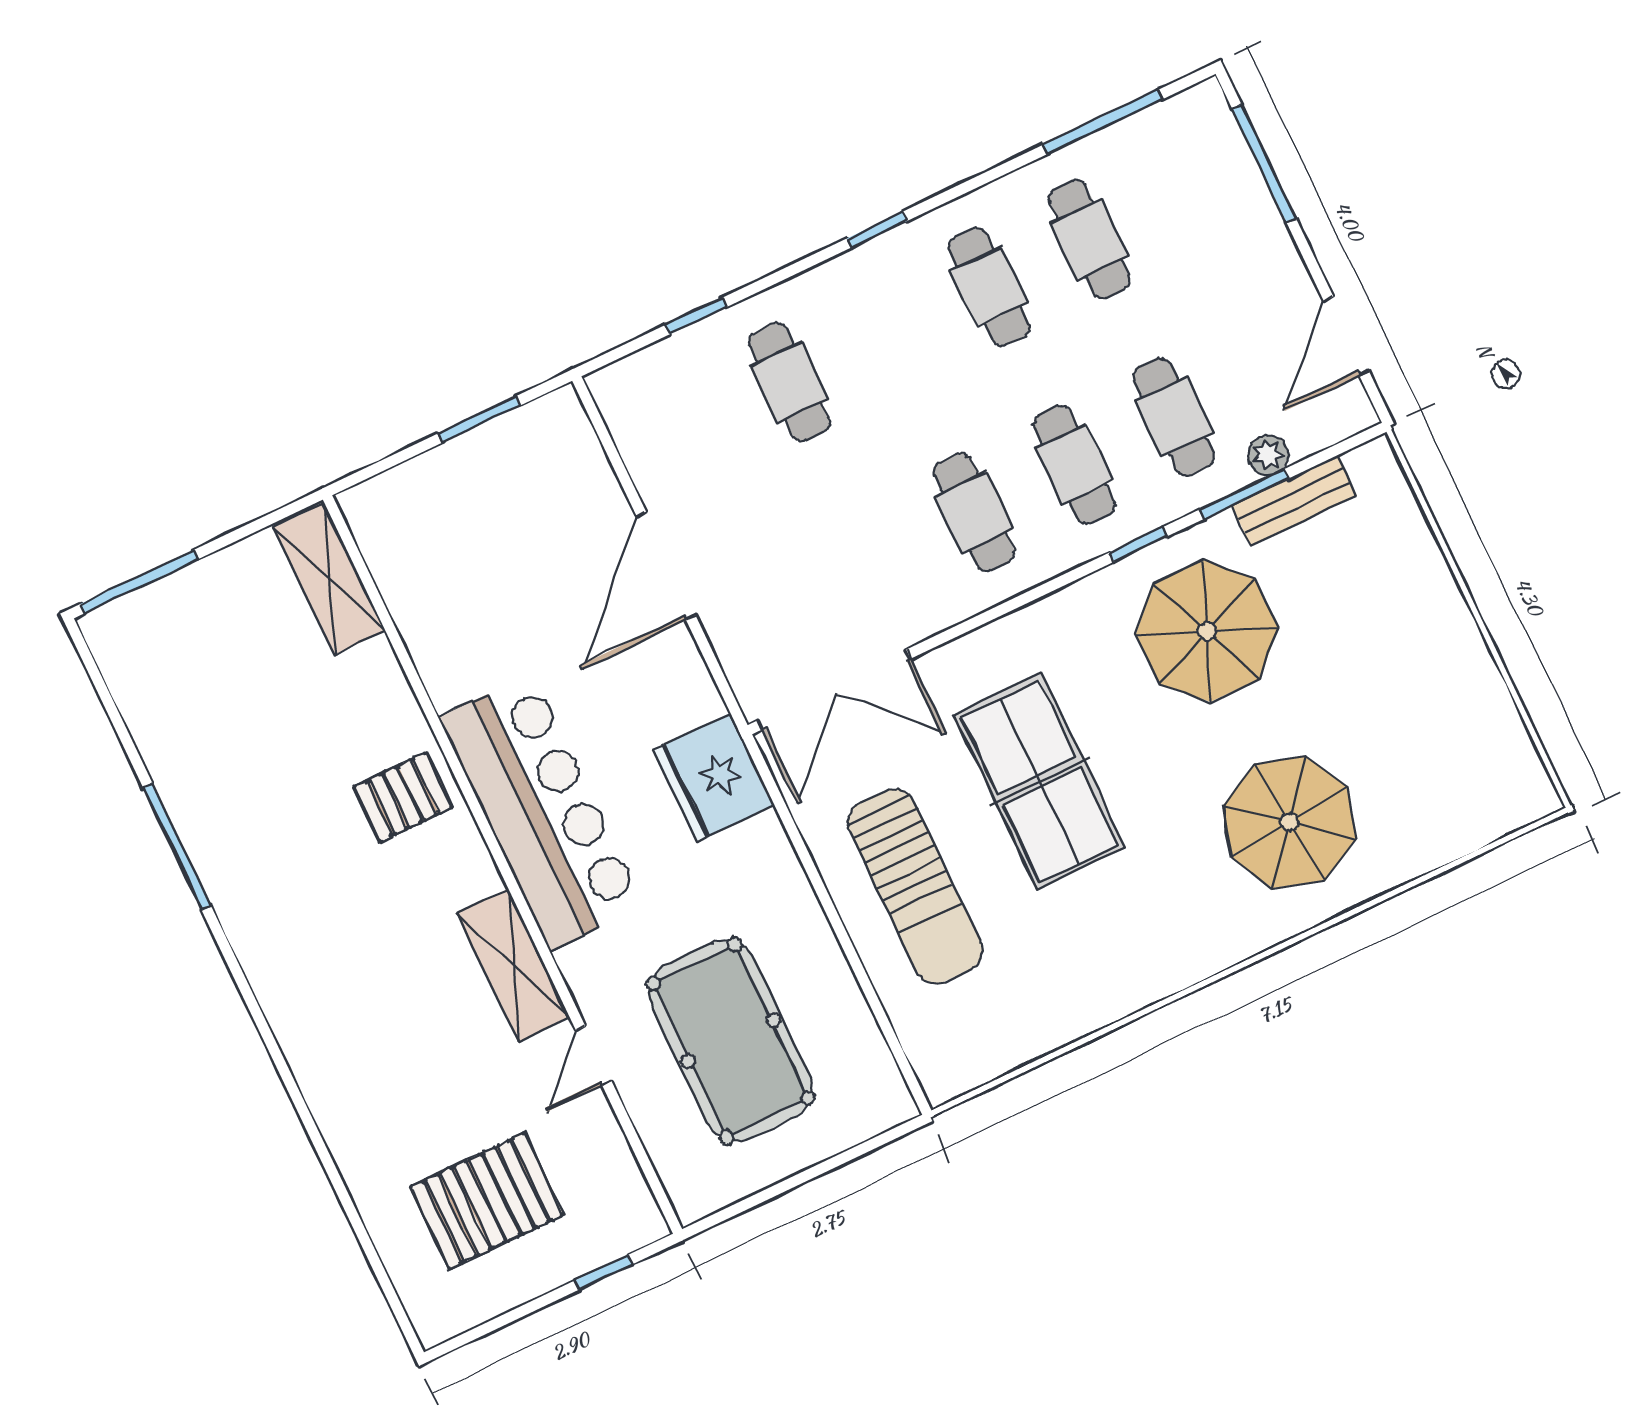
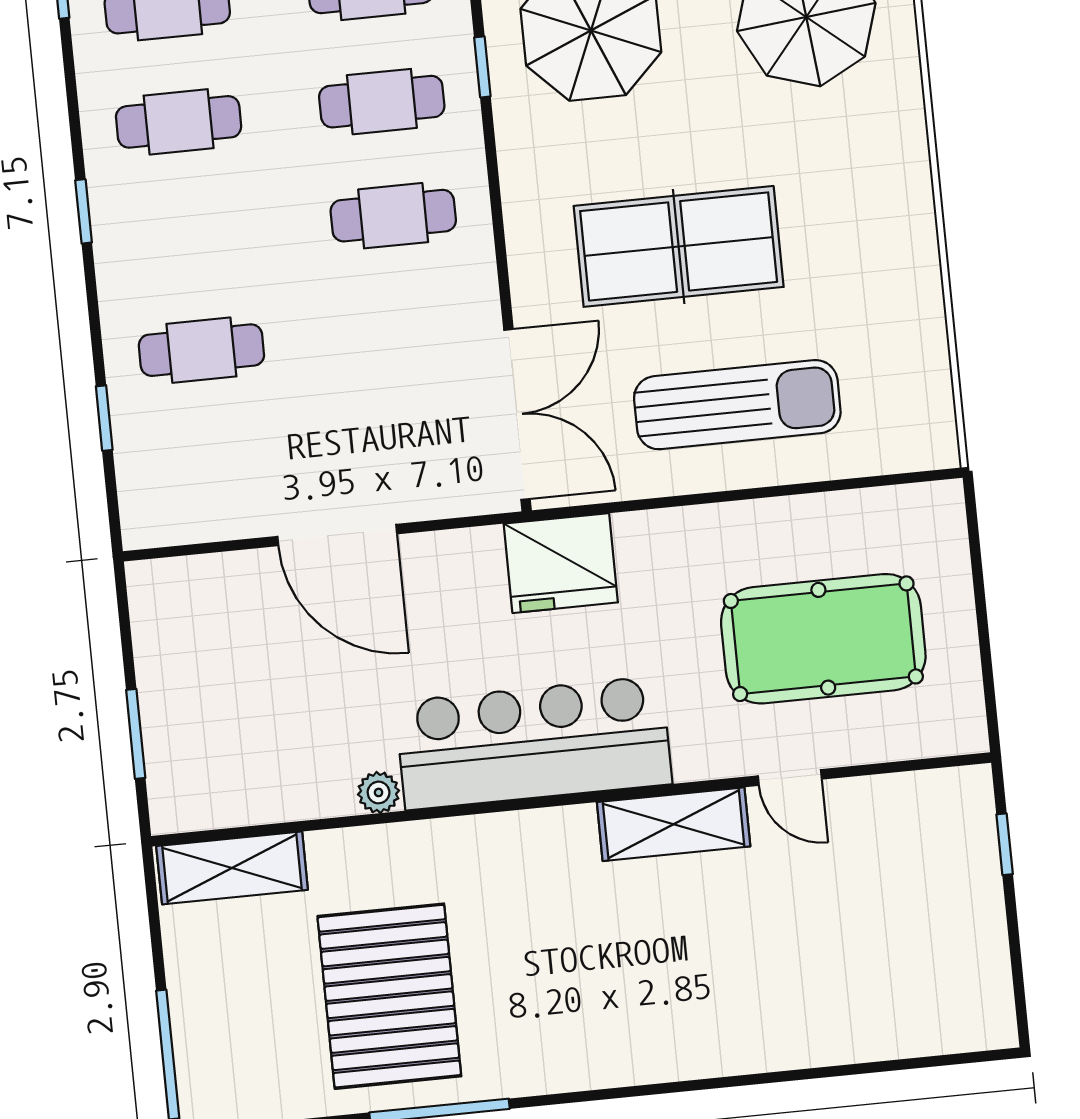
window: (479, 419) -> (136, 734), moved
plant: (446, 687) -> (379, 792), added
pallet: (403, 797) -> (389, 996), moved, width x2.05, depth x2.00
pallet: (487, 1201) -> (894, 933), removed

